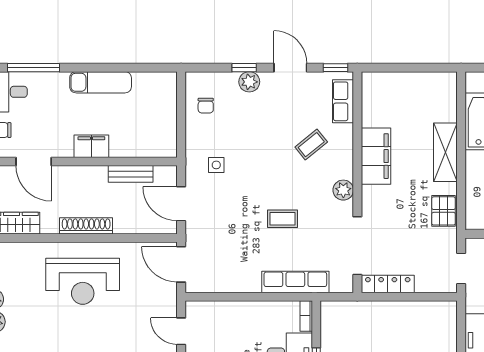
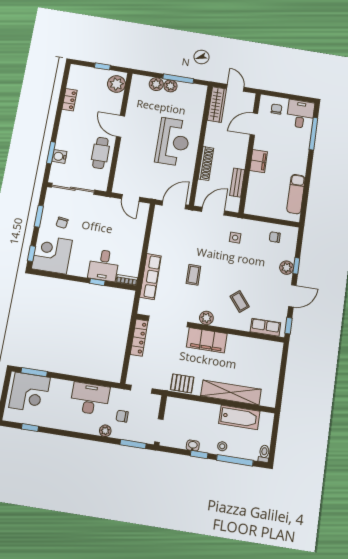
exam couch: (101, 82) -> (296, 194), moved
shelving: (445, 152) -> (231, 393), width x1.47
filing cabinet: (376, 156) -> (207, 340), moved
shoe rack: (86, 226) -> (206, 163), moved
reception desk: (83, 281) -> (173, 142), turned 180
door: (181, 331) -> (131, 198), swing flipped

